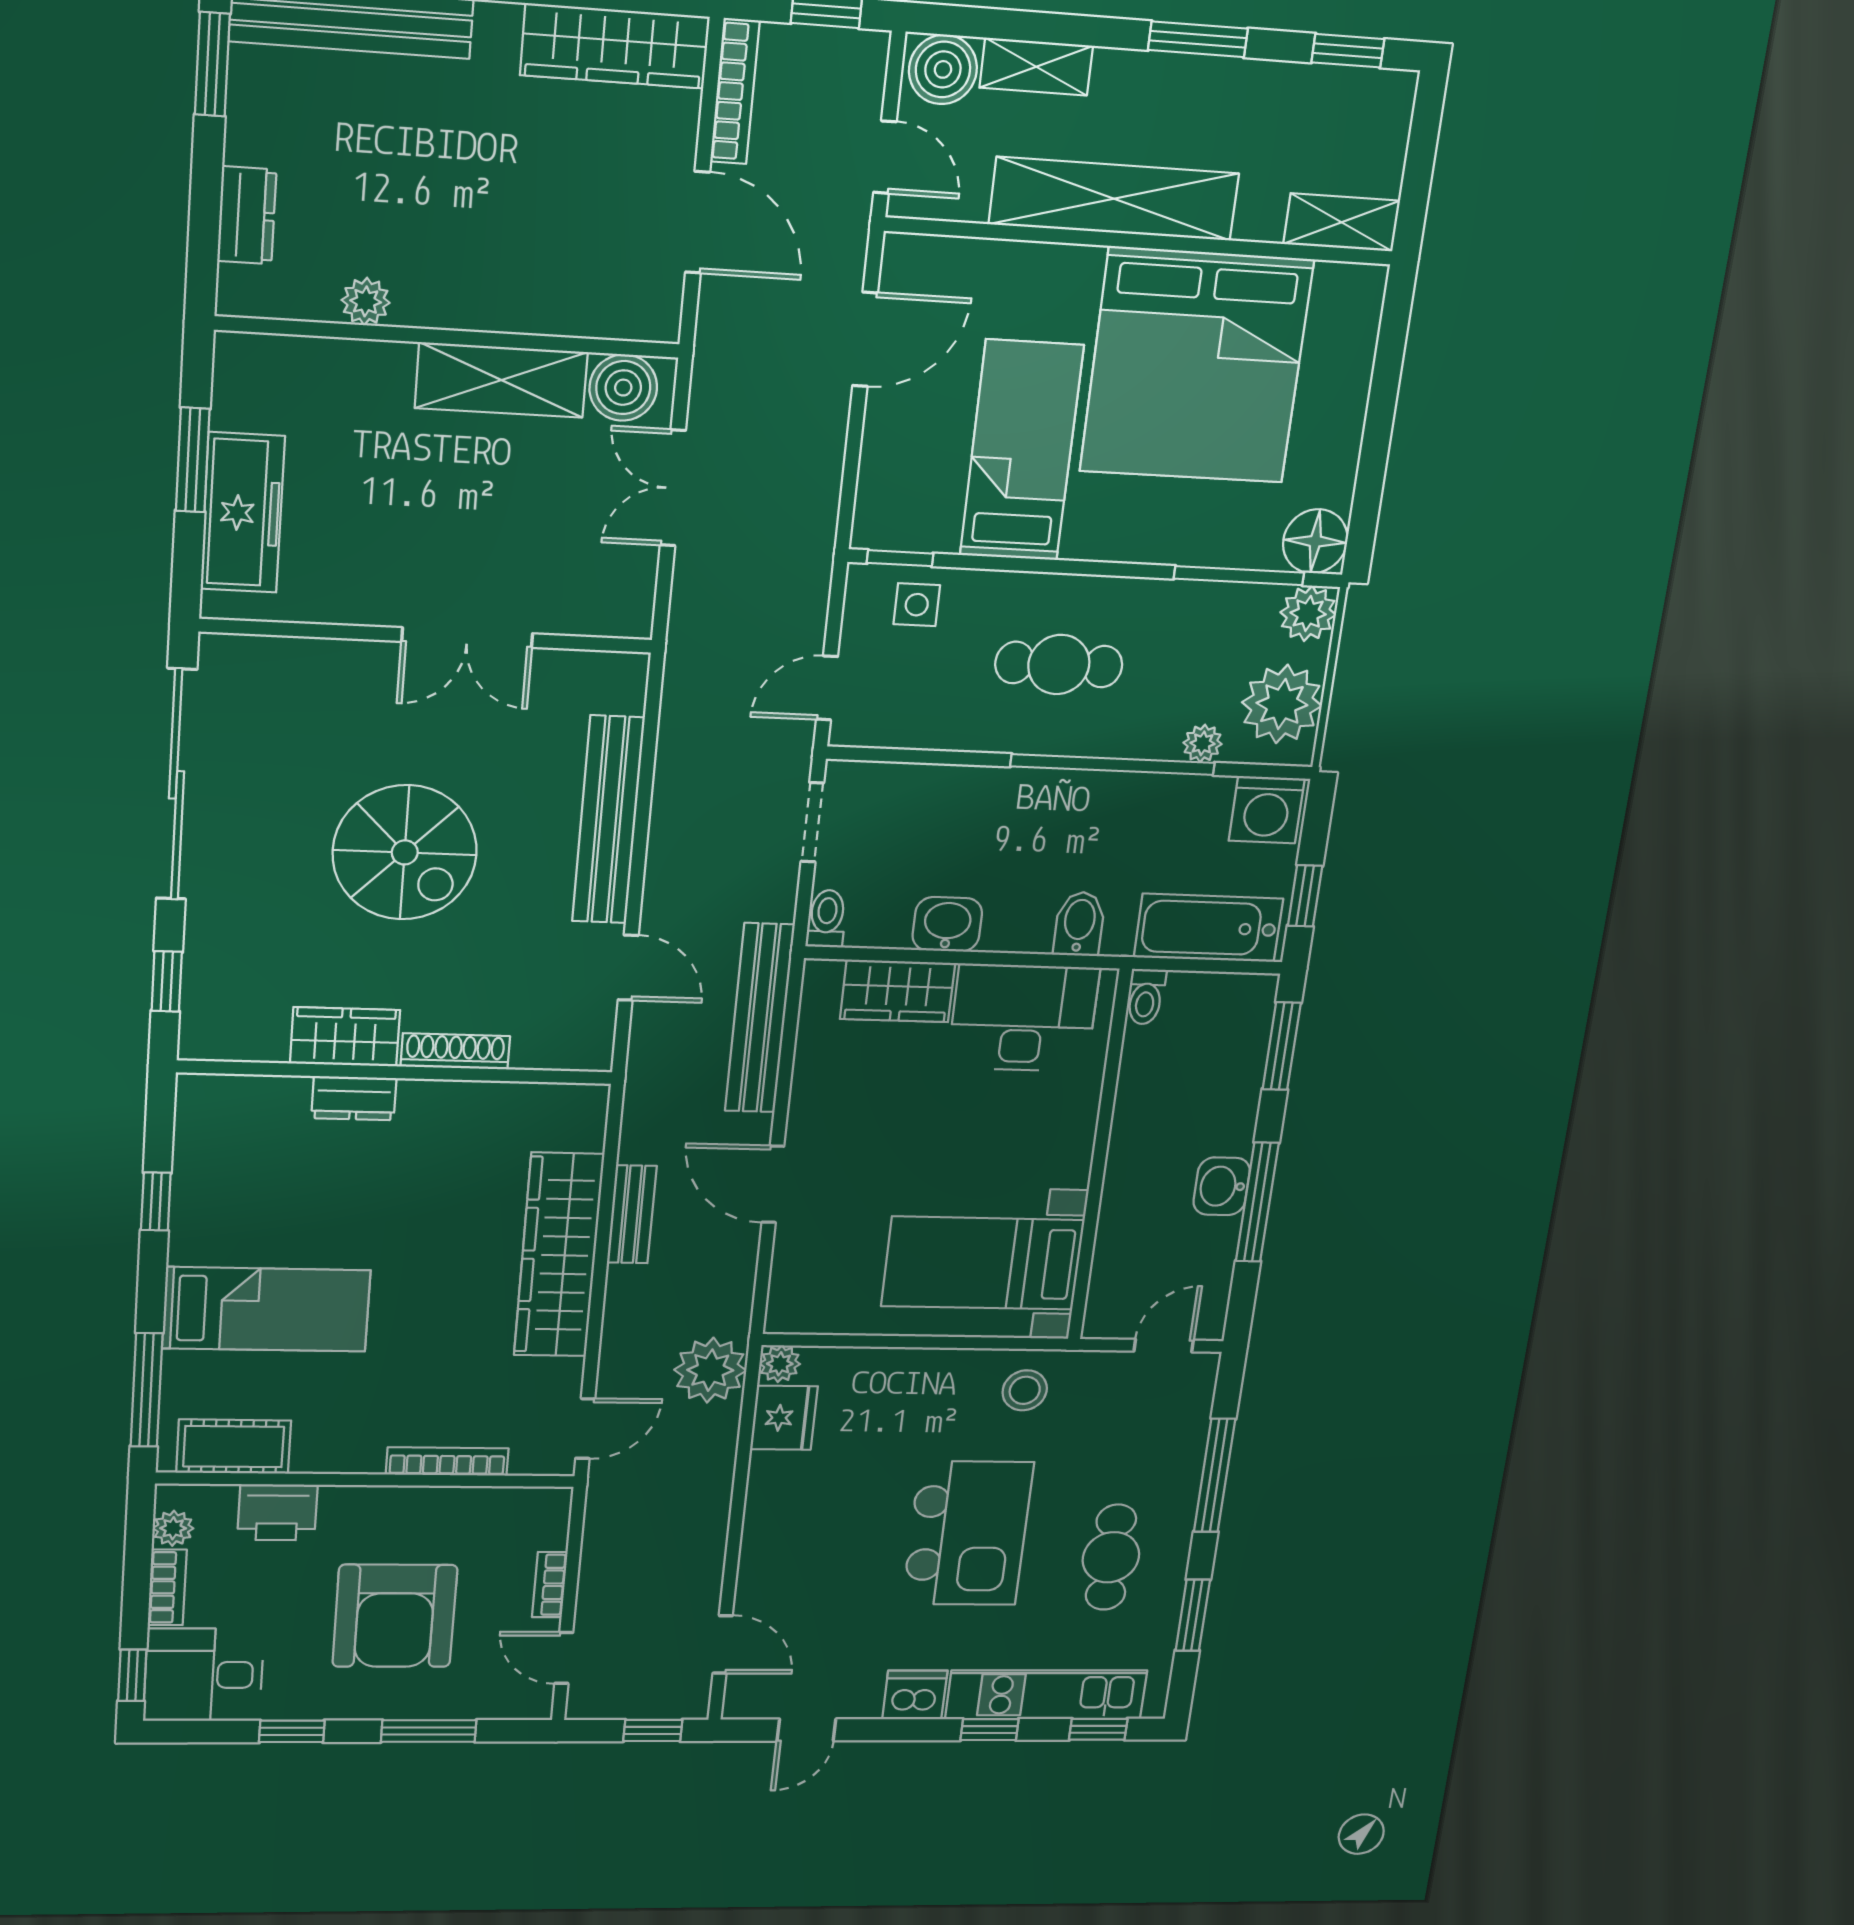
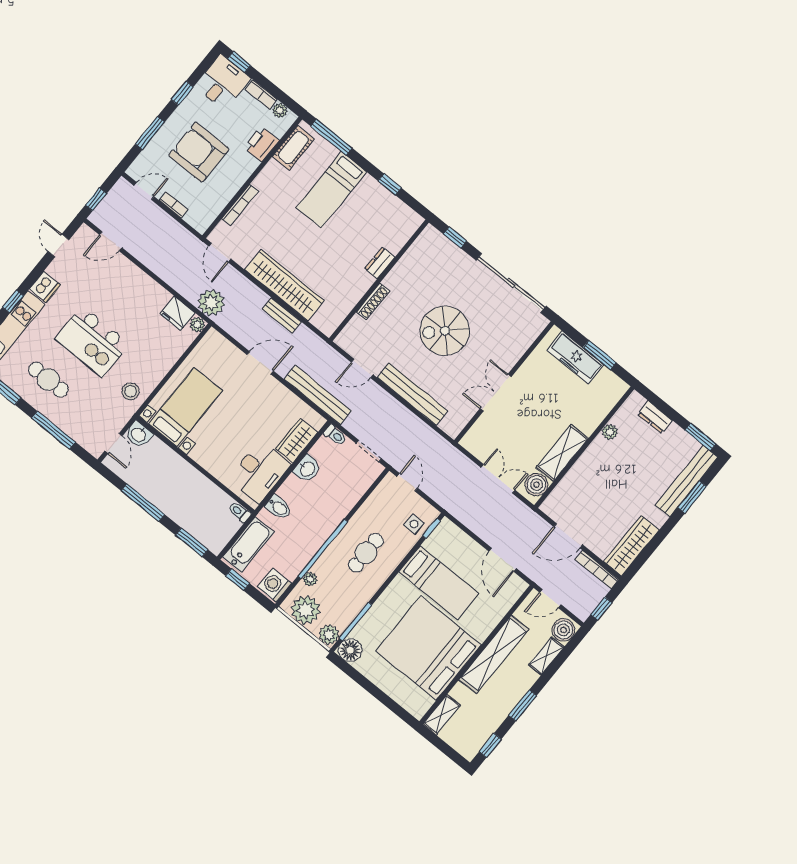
wardrobe: (345, 1037) -> (401, 274), removed
washbasin: (1222, 1186) -> (139, 434), moved, turned 180

